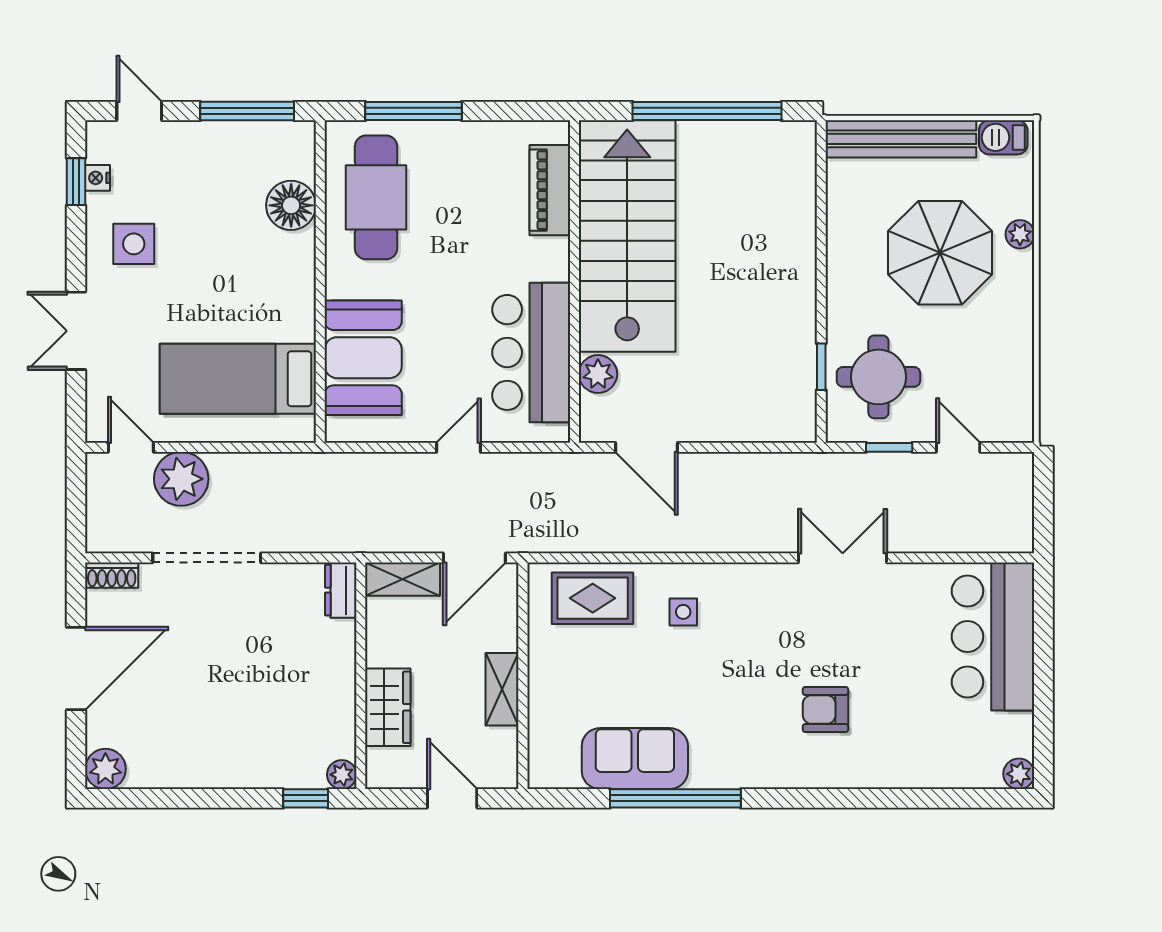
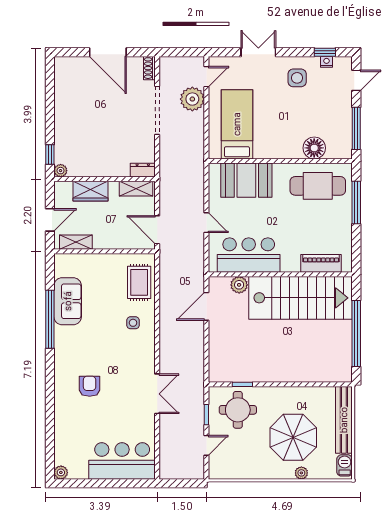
shelving: (402, 579) -> (136, 189), moved, turned 90
shelving: (502, 689) -> (76, 242), moved
plant: (105, 769) -> (63, 65), removed

